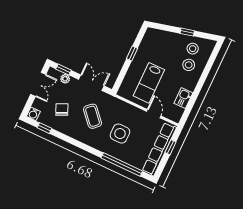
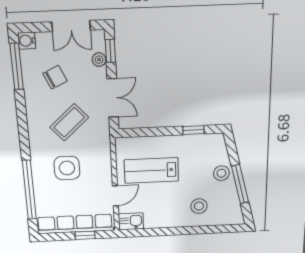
window: (187, 32) -> (240, 184), width x2.17
stool: (193, 49) -> (221, 173), moved
window: (132, 54) -> (194, 130), moved
kitchen sink: (183, 98) -> (131, 221), moved
window: (44, 128) -> (17, 66), width x2.17

